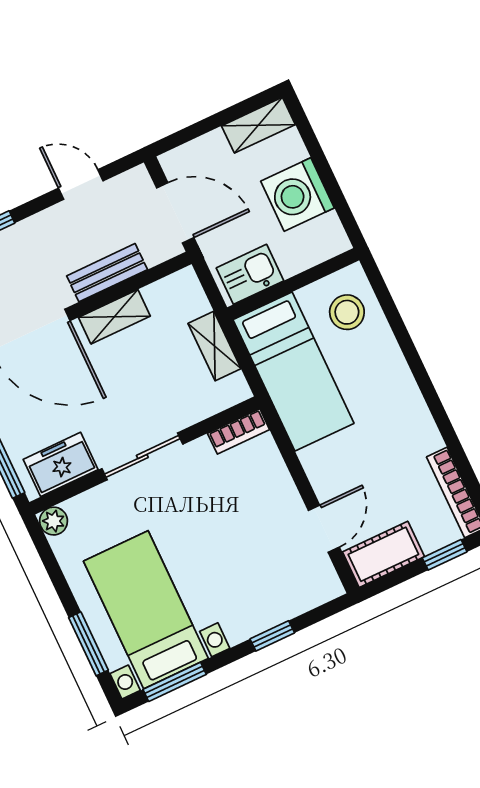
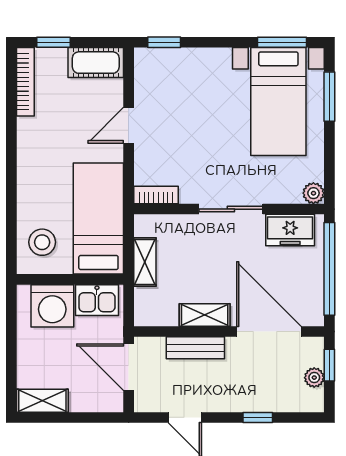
washing machine: (298, 194) -> (52, 306), moved, turned 90
door: (324, 529) -> (129, 125), moved
window: (272, 636) -> (164, 42), moved

